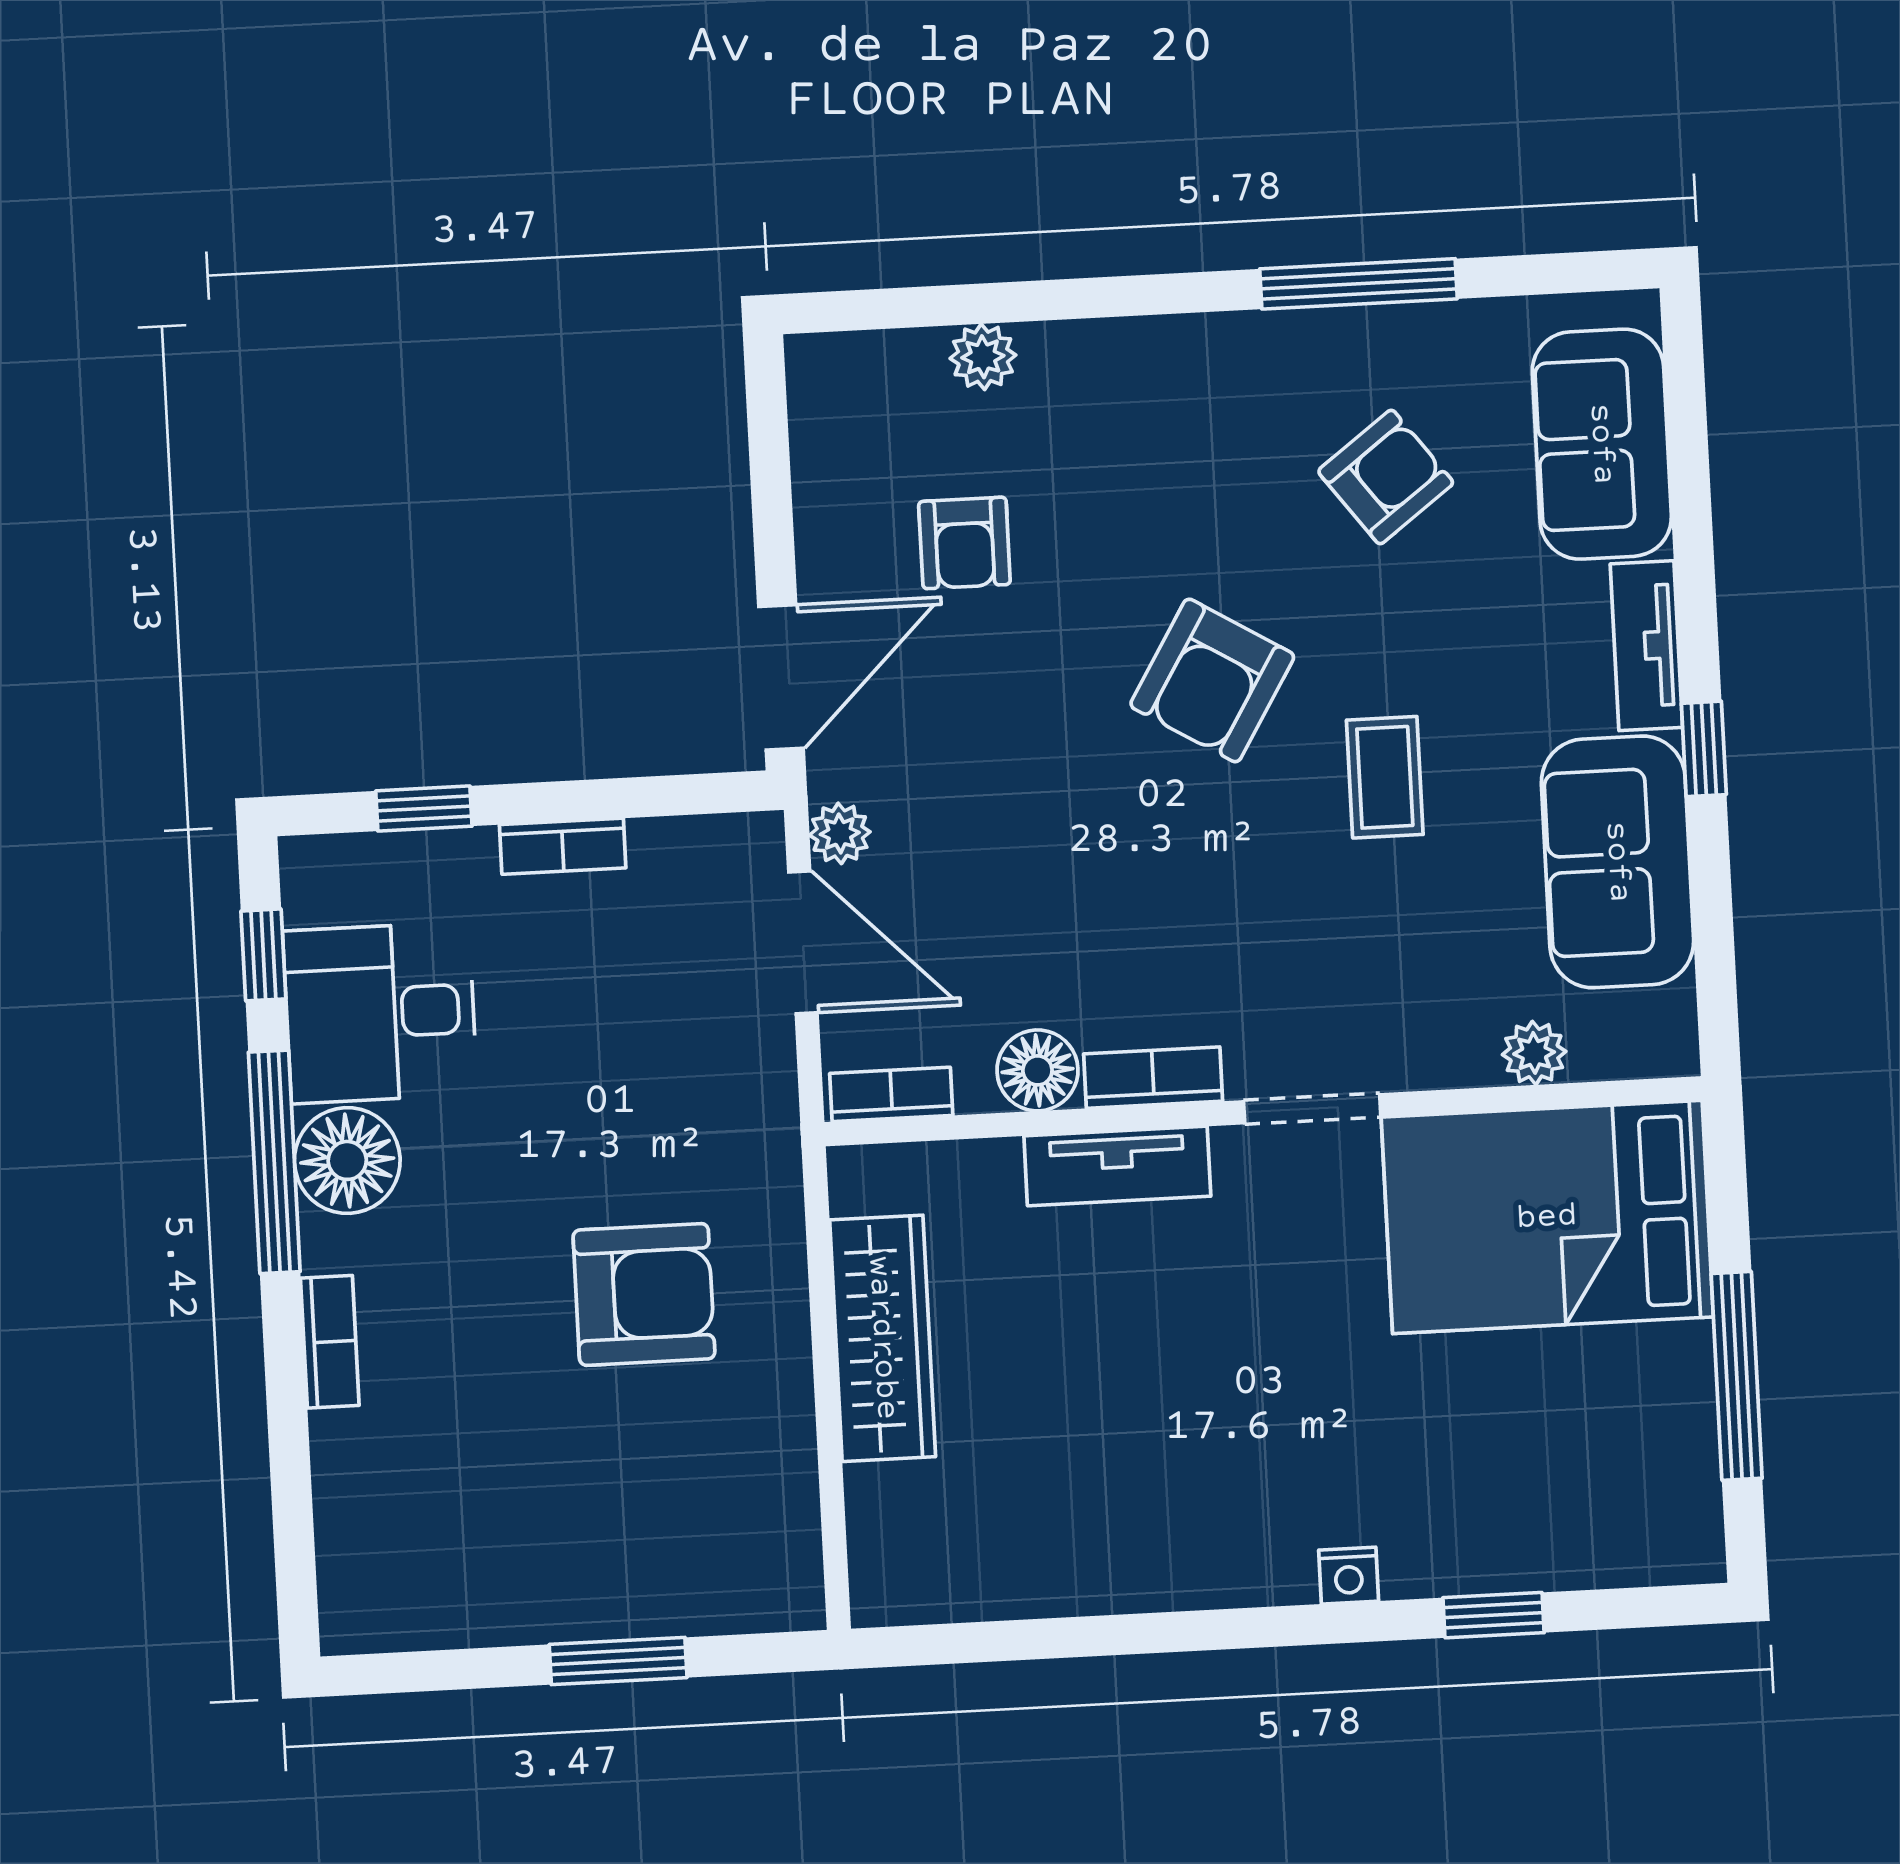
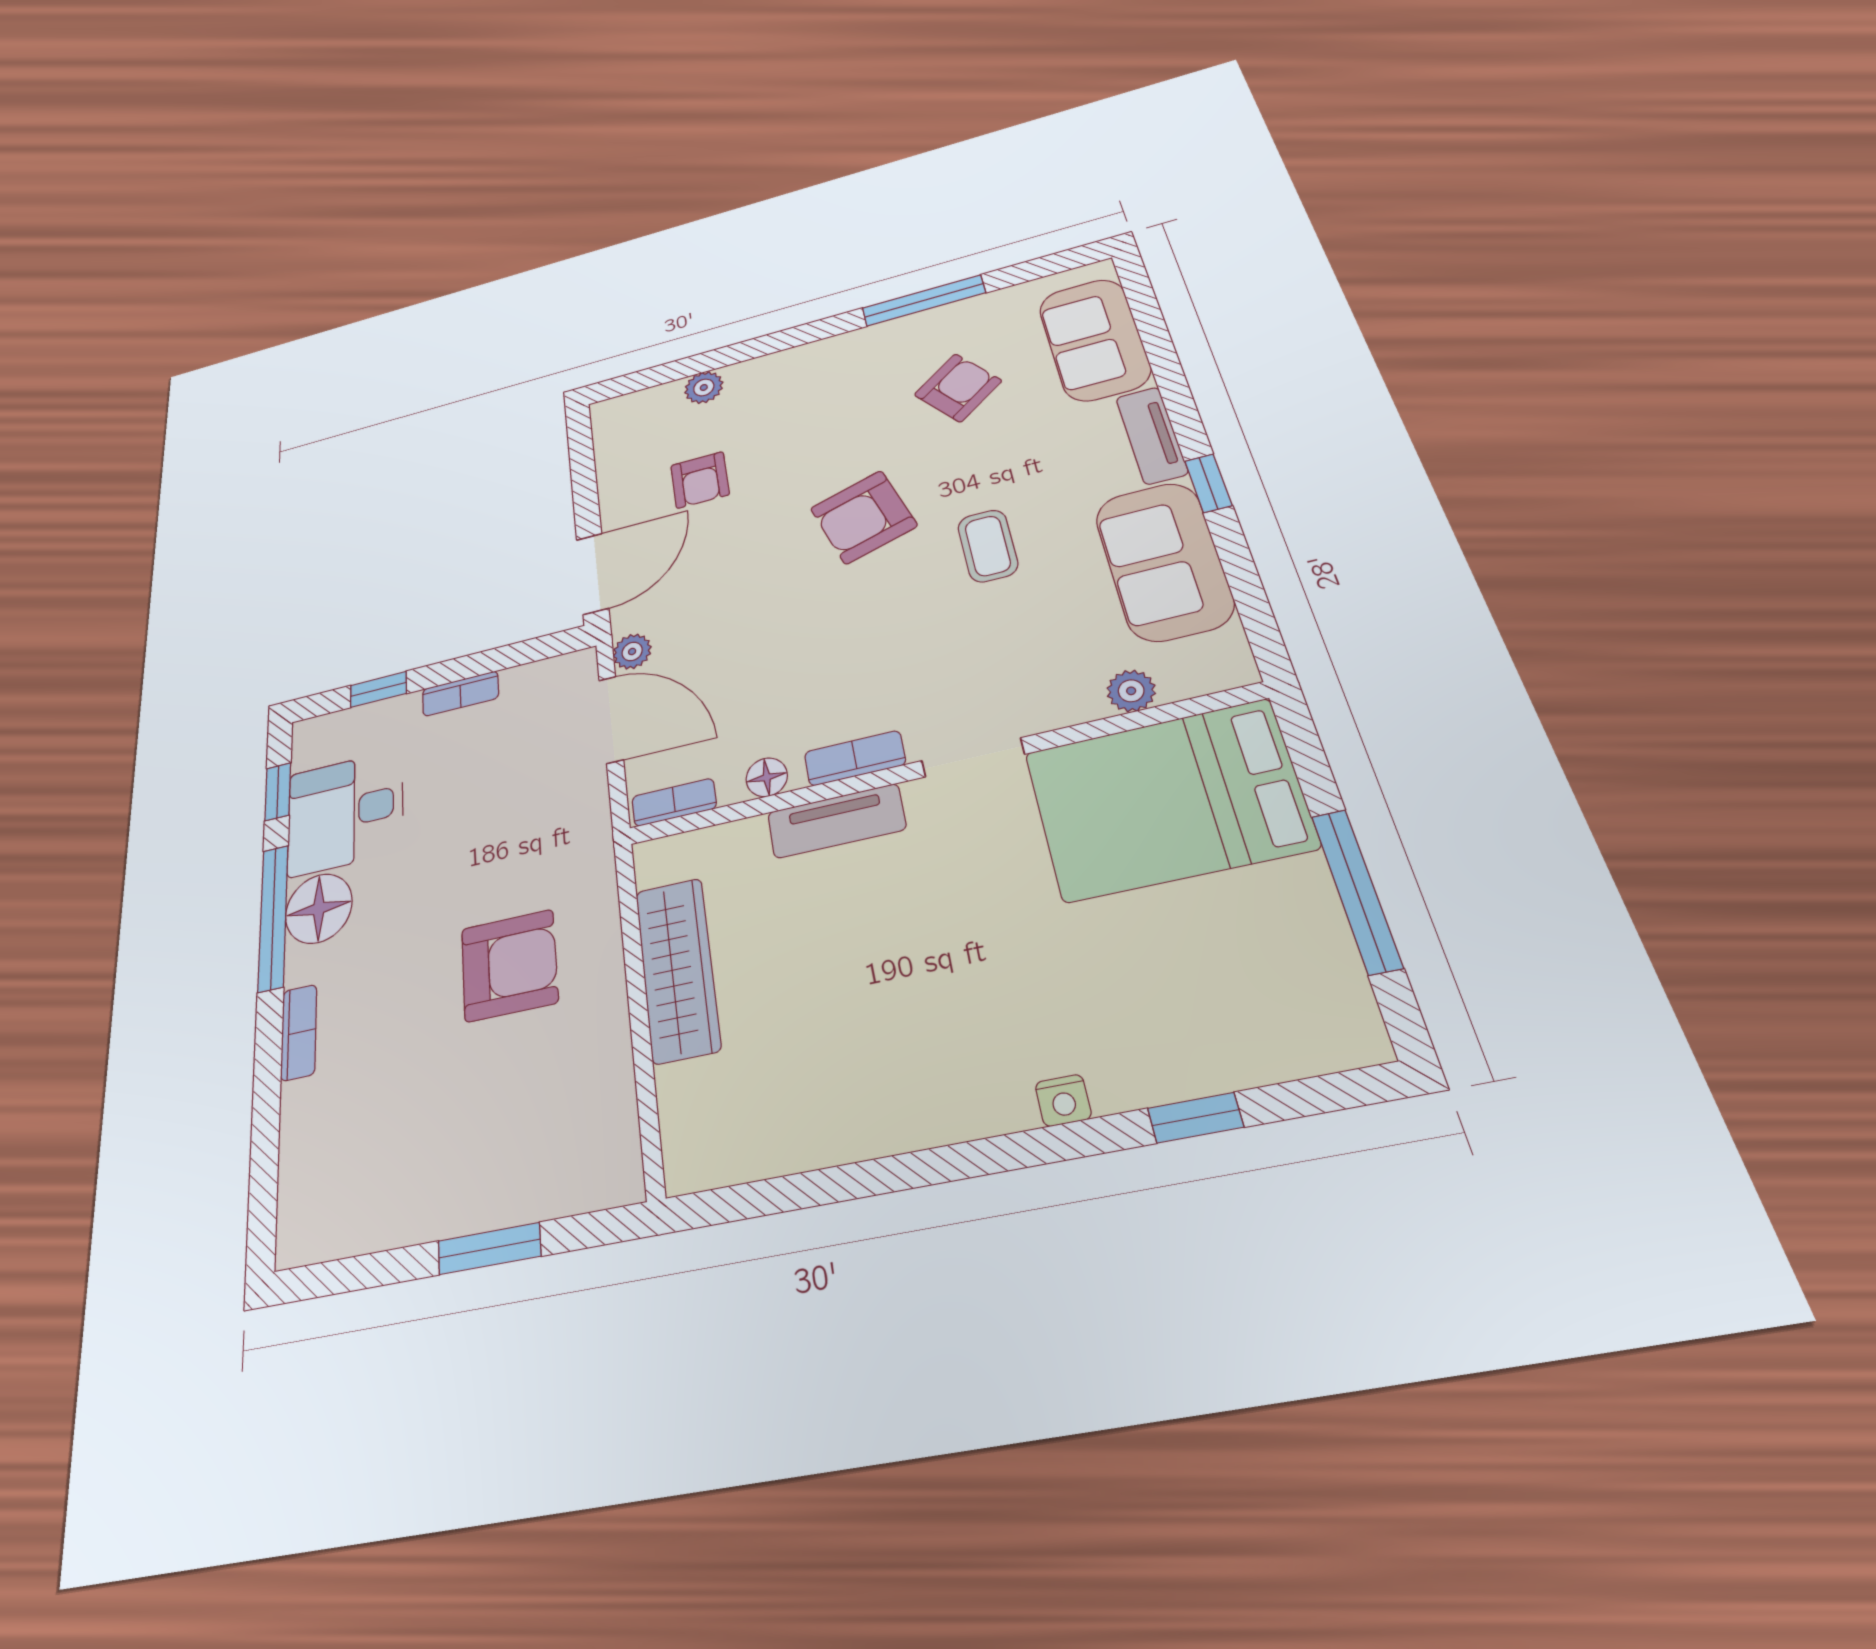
armchair: (1212, 680) -> (863, 517), turned 42
floor lamp: (1037, 1070) -> (767, 777), width x0.73, depth x0.73

